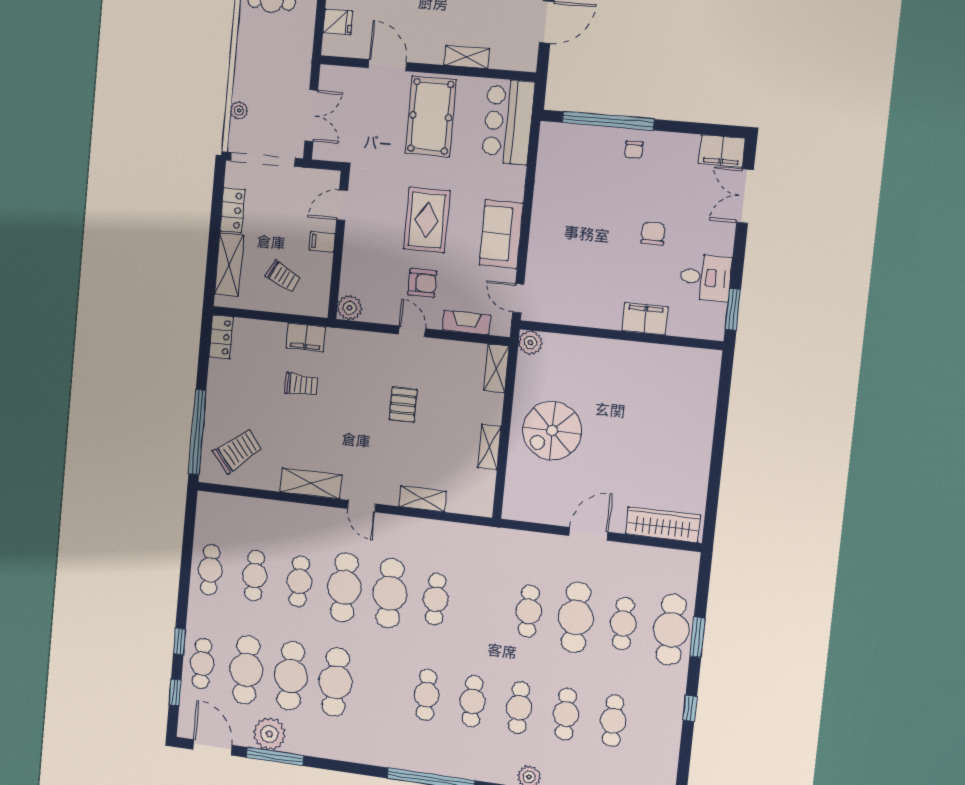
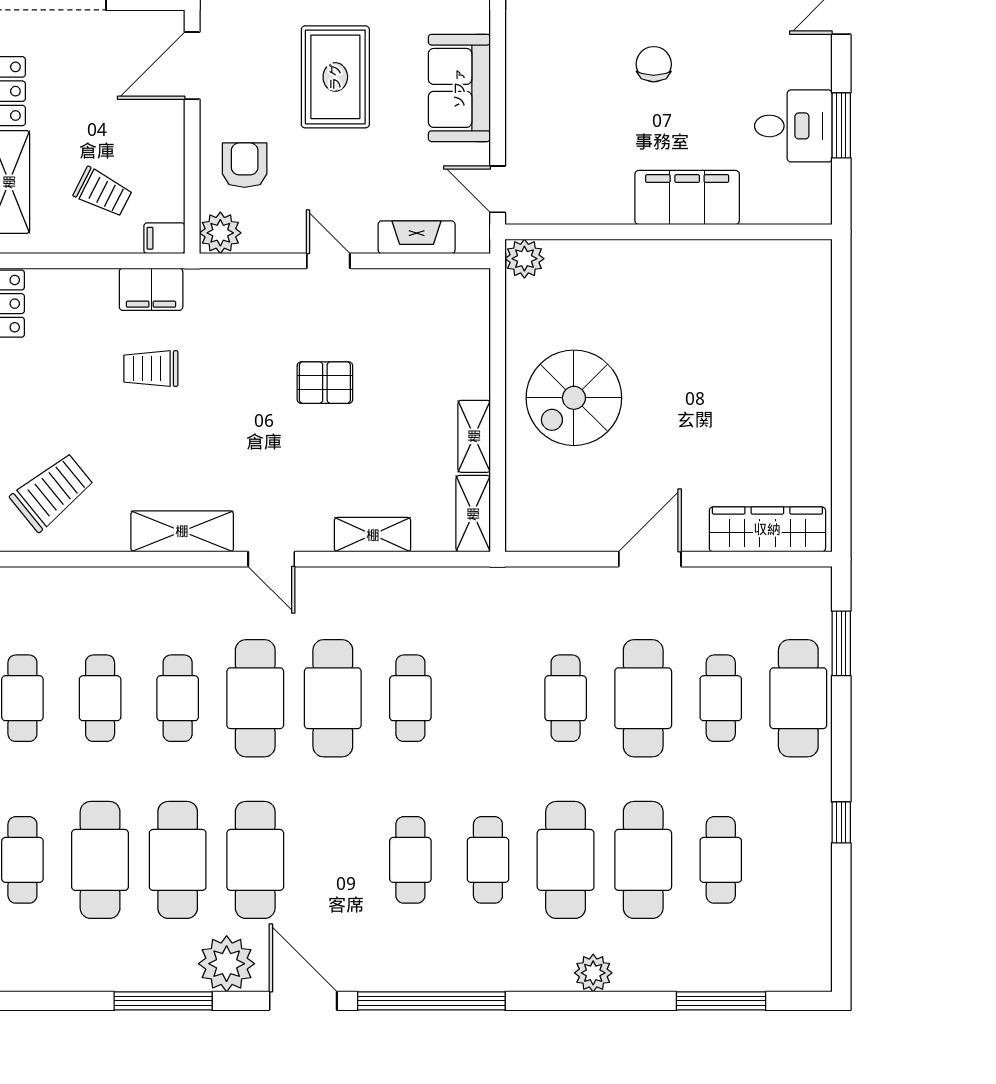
door: (342, 205) -> (192, 66), width x1.38
chair: (653, 234) -> (654, 64), moved
filing cabinet: (322, 242) -> (164, 238), moved
armchair: (422, 283) -> (245, 165), moved, turned -90
window: (733, 310) -> (841, 125), moved
filing cabinet: (645, 319) -> (687, 197), width x1.50, depth x1.17
shelving: (496, 368) -> (473, 514), moved
trolley: (301, 385) -> (151, 369), turned 180
pallet: (403, 404) -> (325, 383), turned 90
window: (697, 637) -> (841, 643), moved
cafe table: (519, 708) -> (566, 860), width x1.37, depth x1.35
cafe table: (566, 714) -> (643, 860), width x1.37, depth x1.35
plant: (269, 734) -> (227, 964), moved
door: (212, 747) -> (303, 1001), moved

